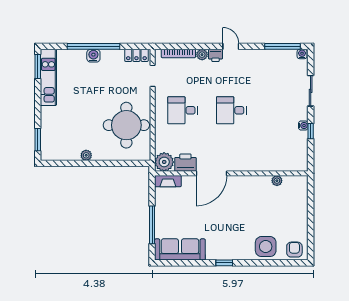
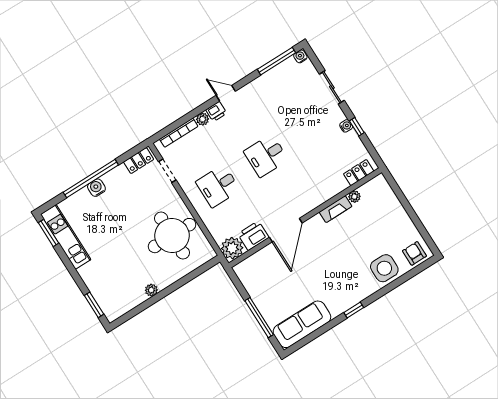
locker: (291, 165) -> (359, 173), added
fireplace: (168, 181) -> (336, 209), moved

